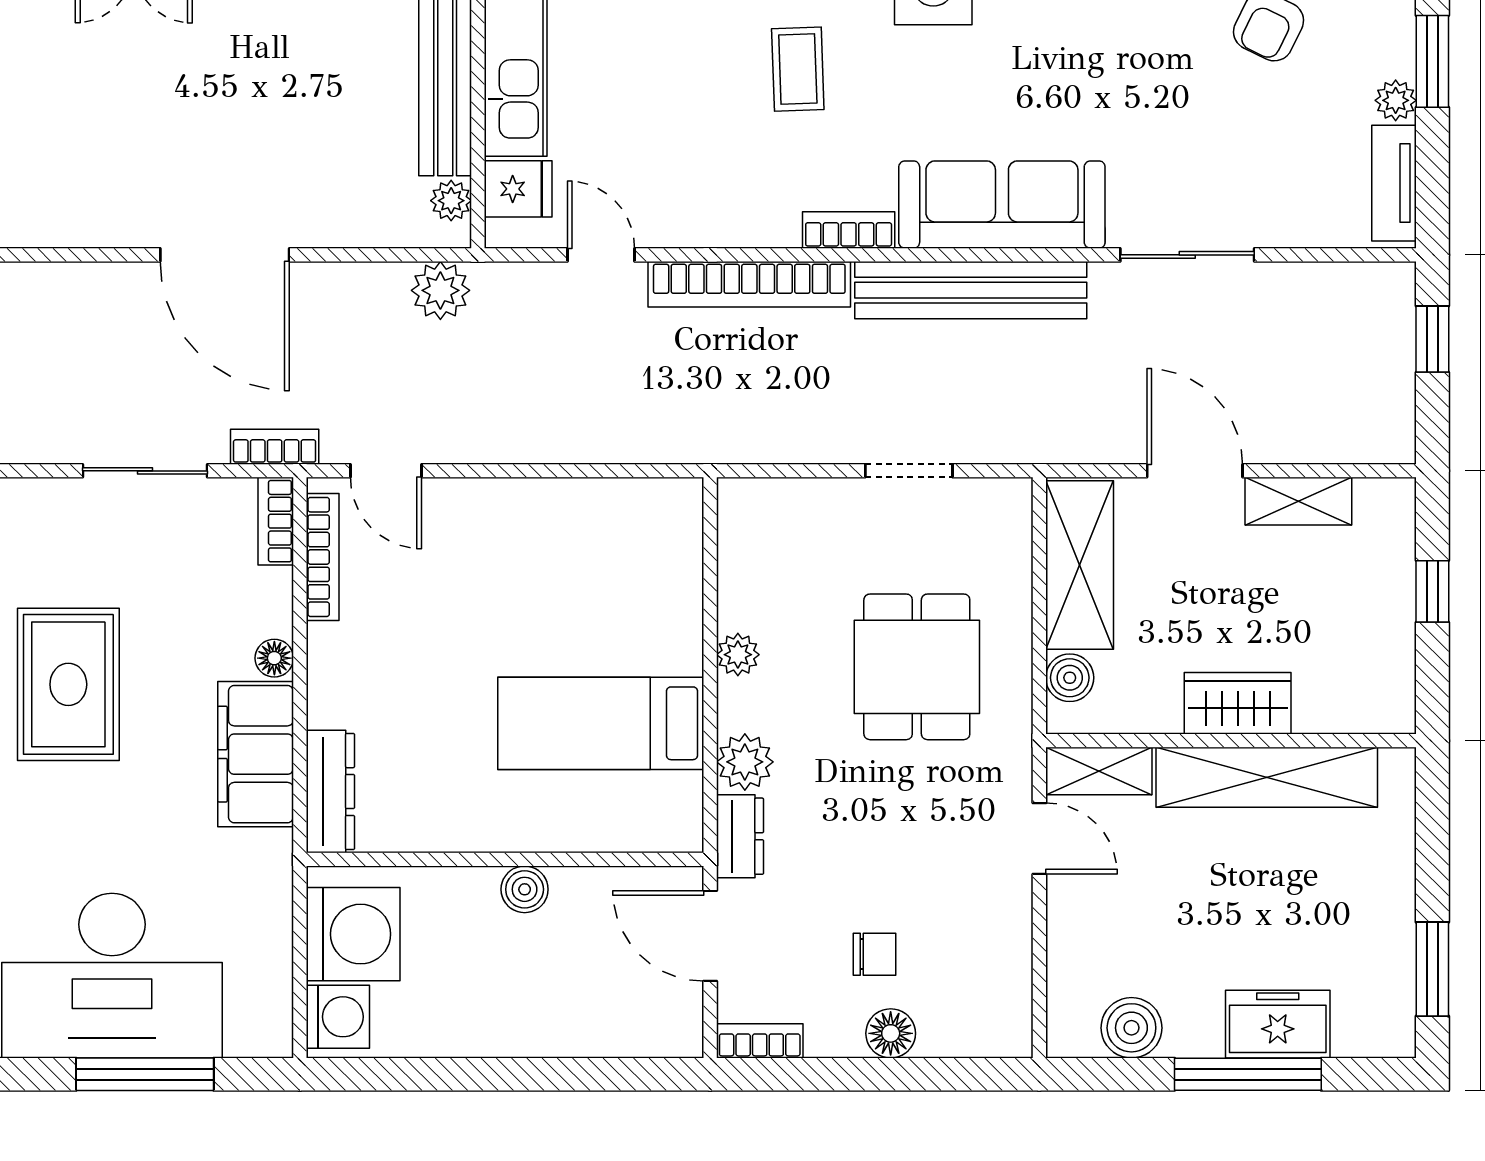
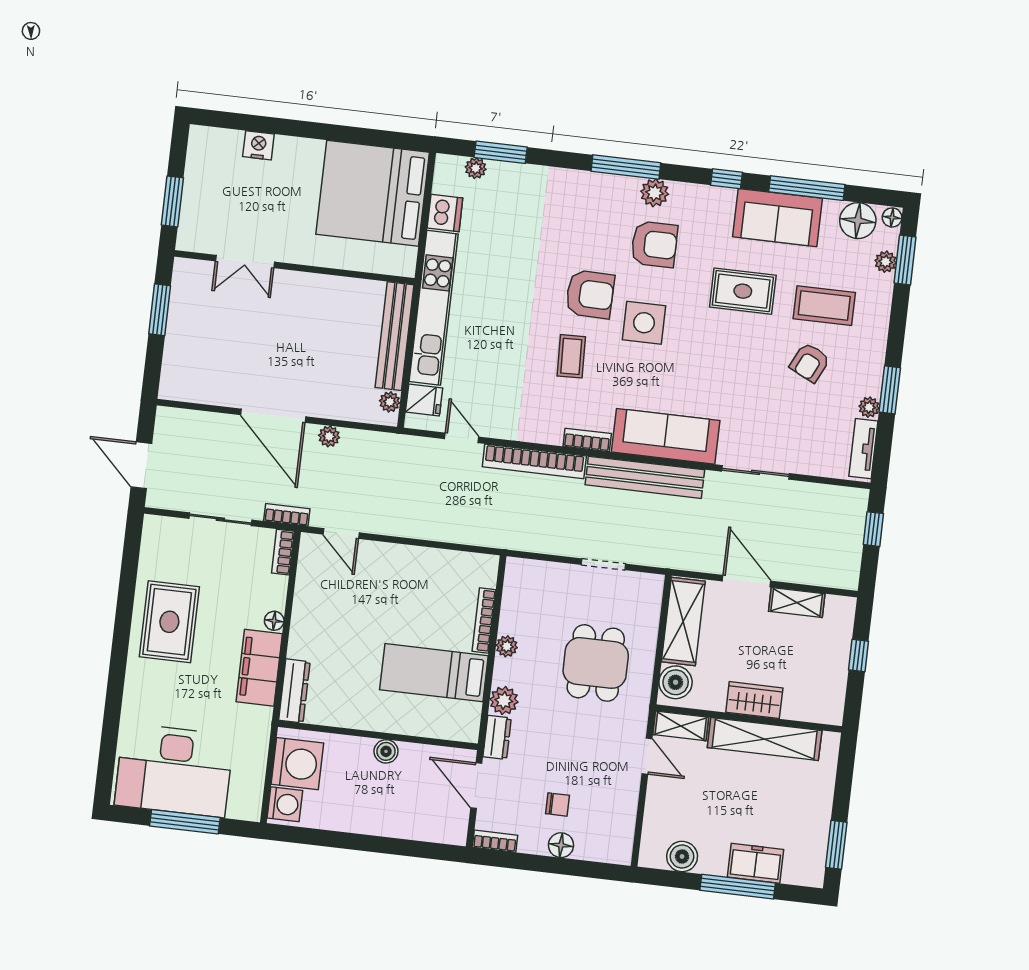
plant: (440, 290) -> (329, 436), moved, width x0.73, depth x0.73
bookcase: (323, 557) -> (484, 621), moved, turned 180
boiler: (1070, 678) -> (676, 682), width x1.36, depth x1.36

